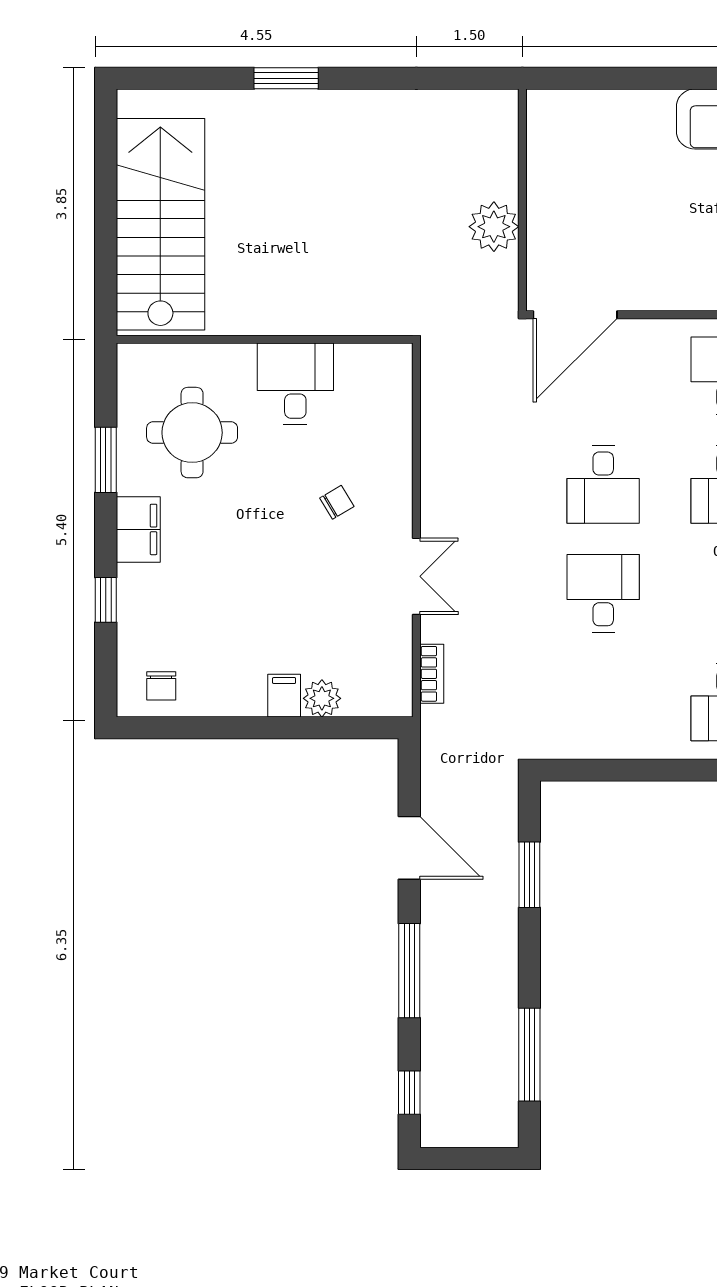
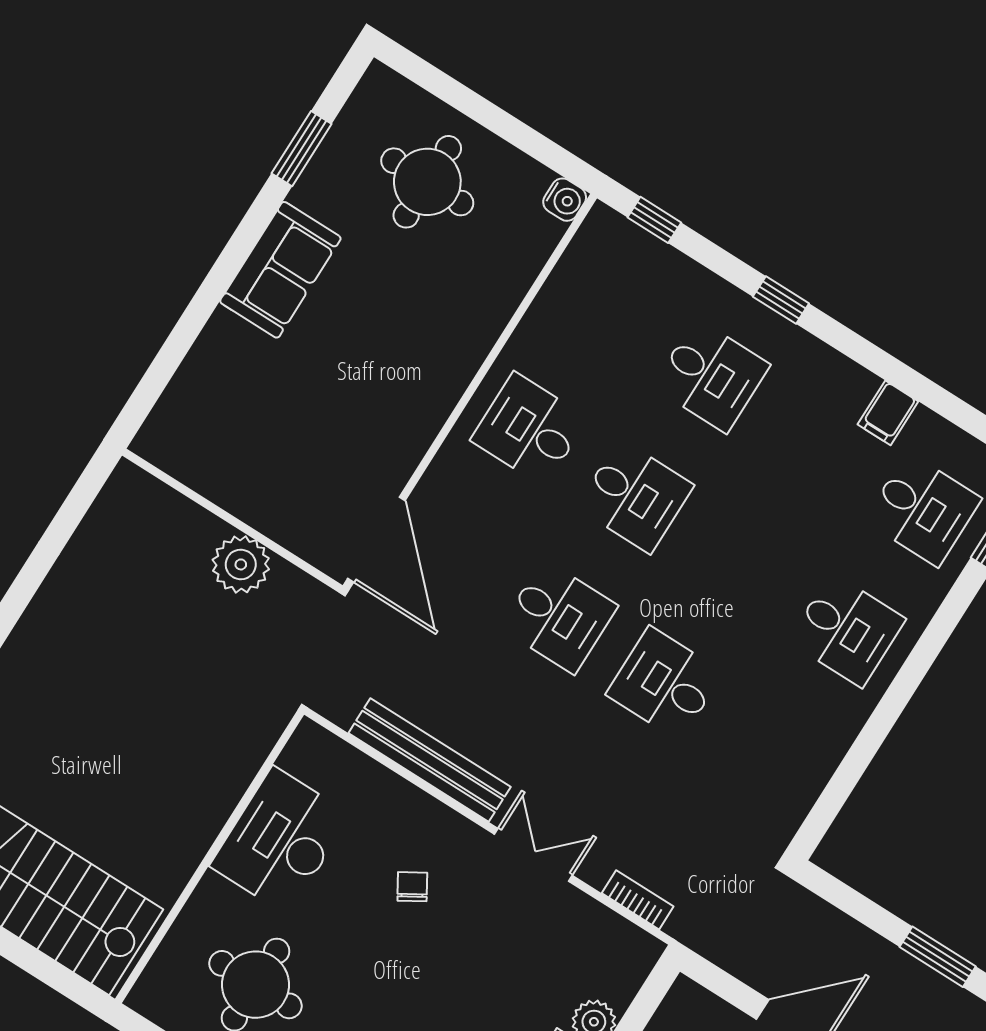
desk: (295, 384) -> (280, 841), width x1.37
bench: (438, 456) -> (430, 760), added
window: (529, 875) -> (938, 957), moved

